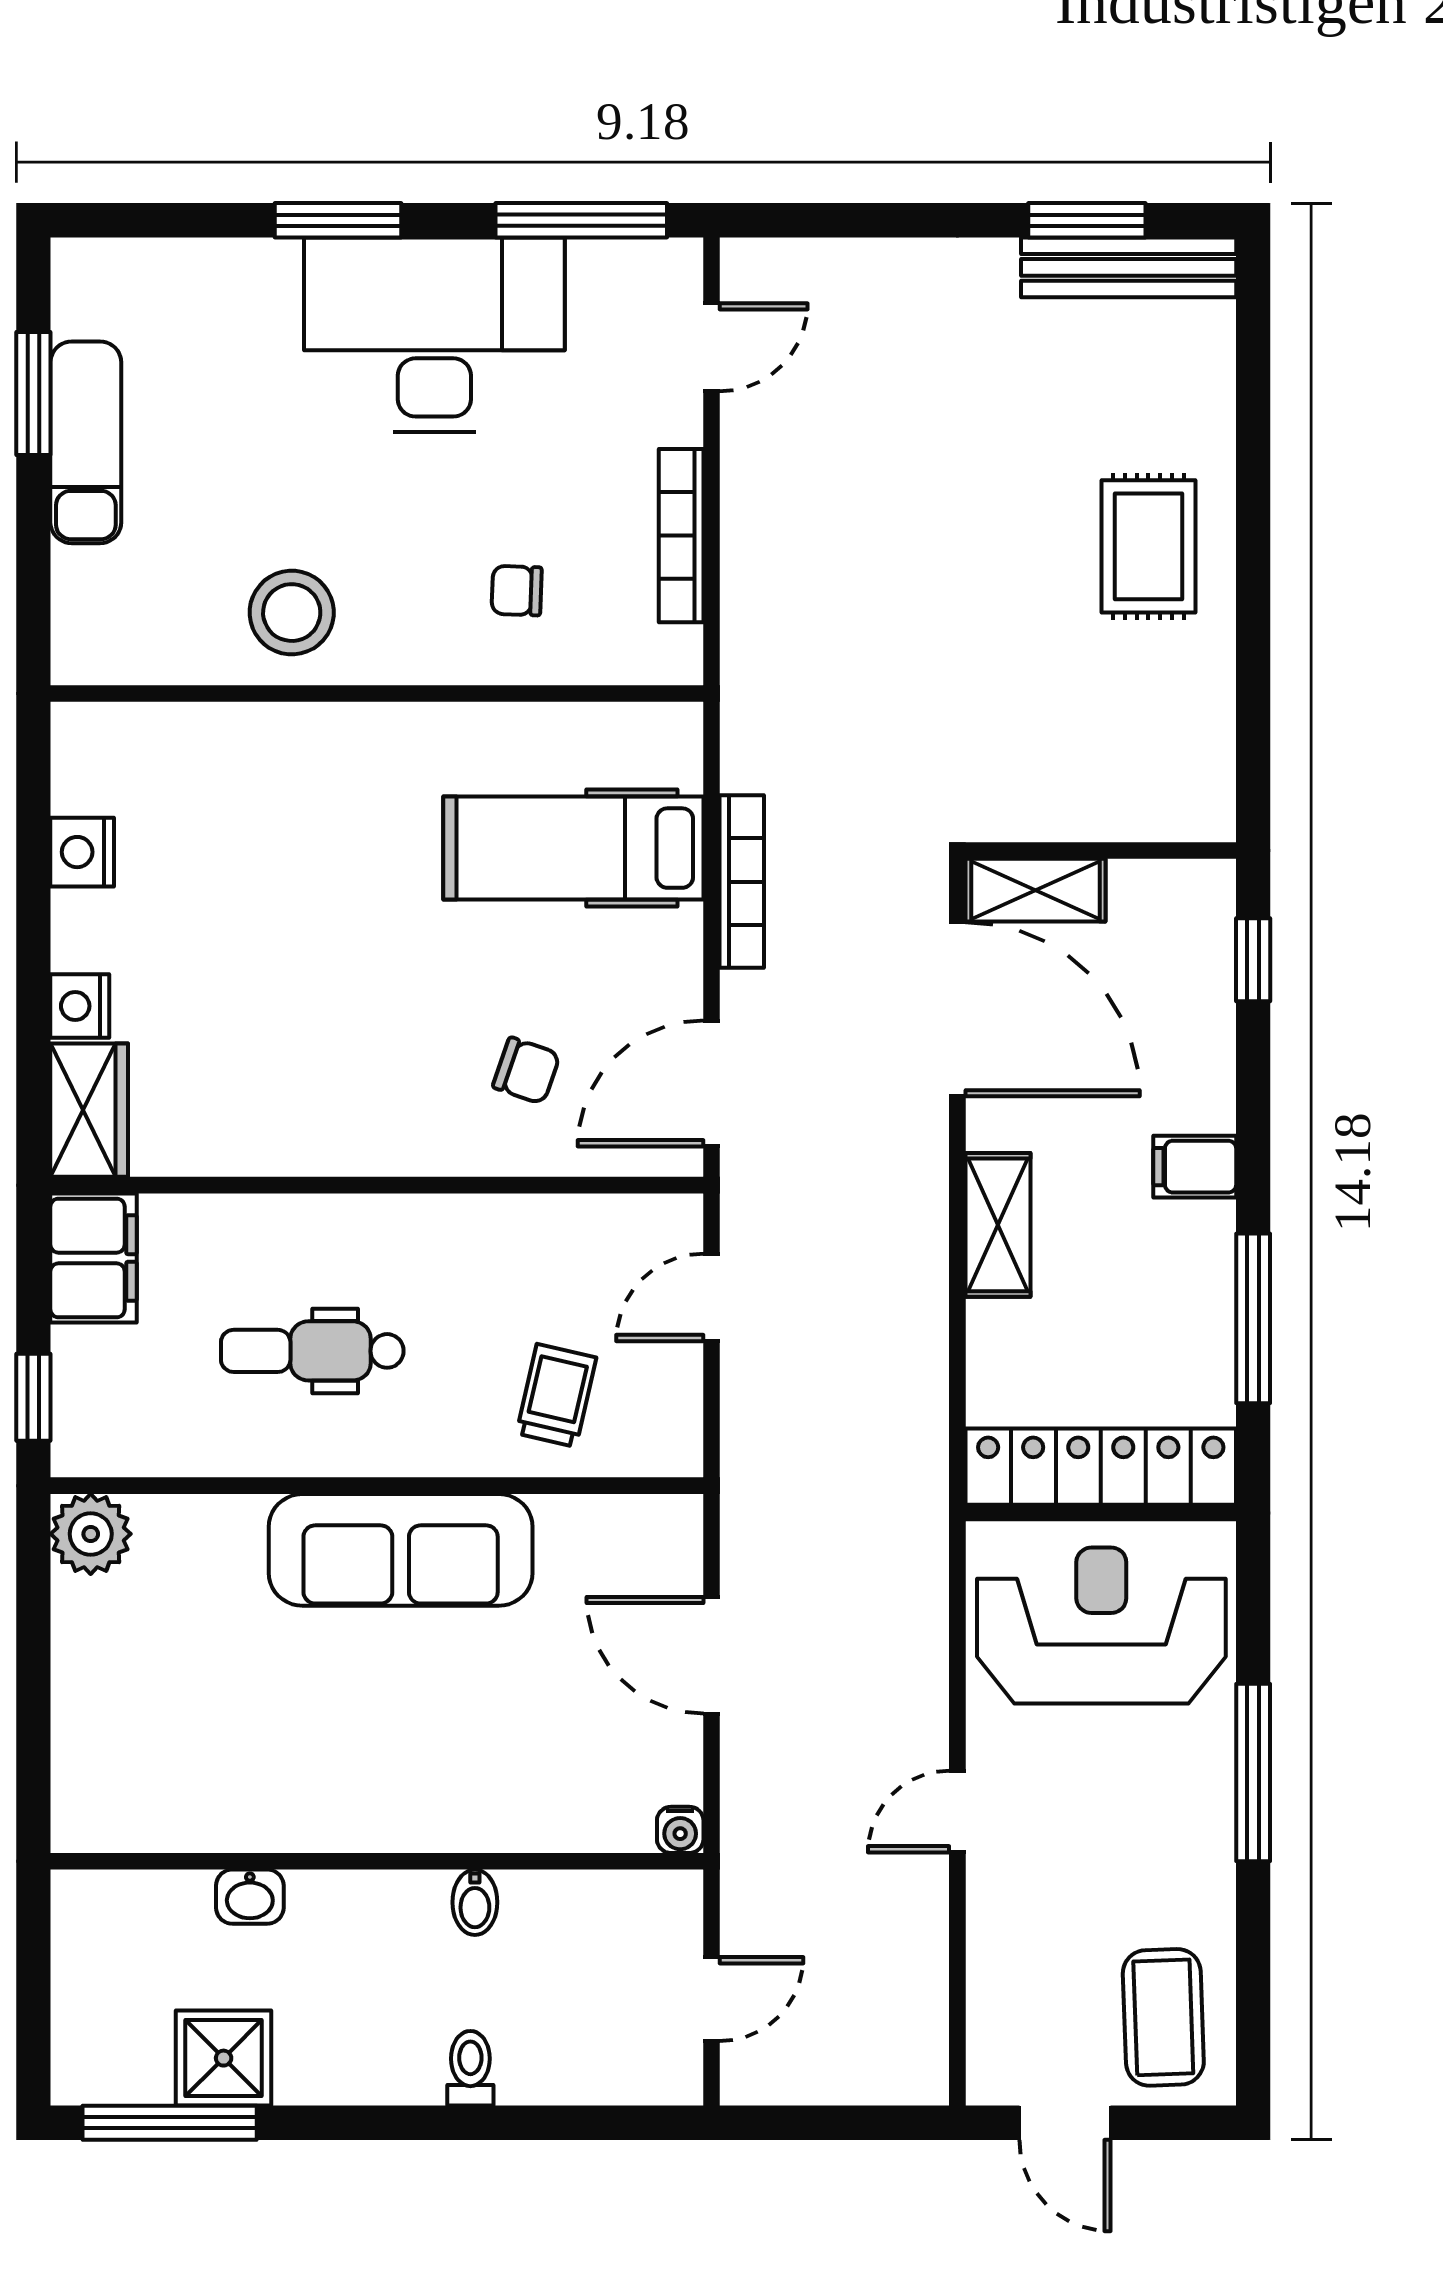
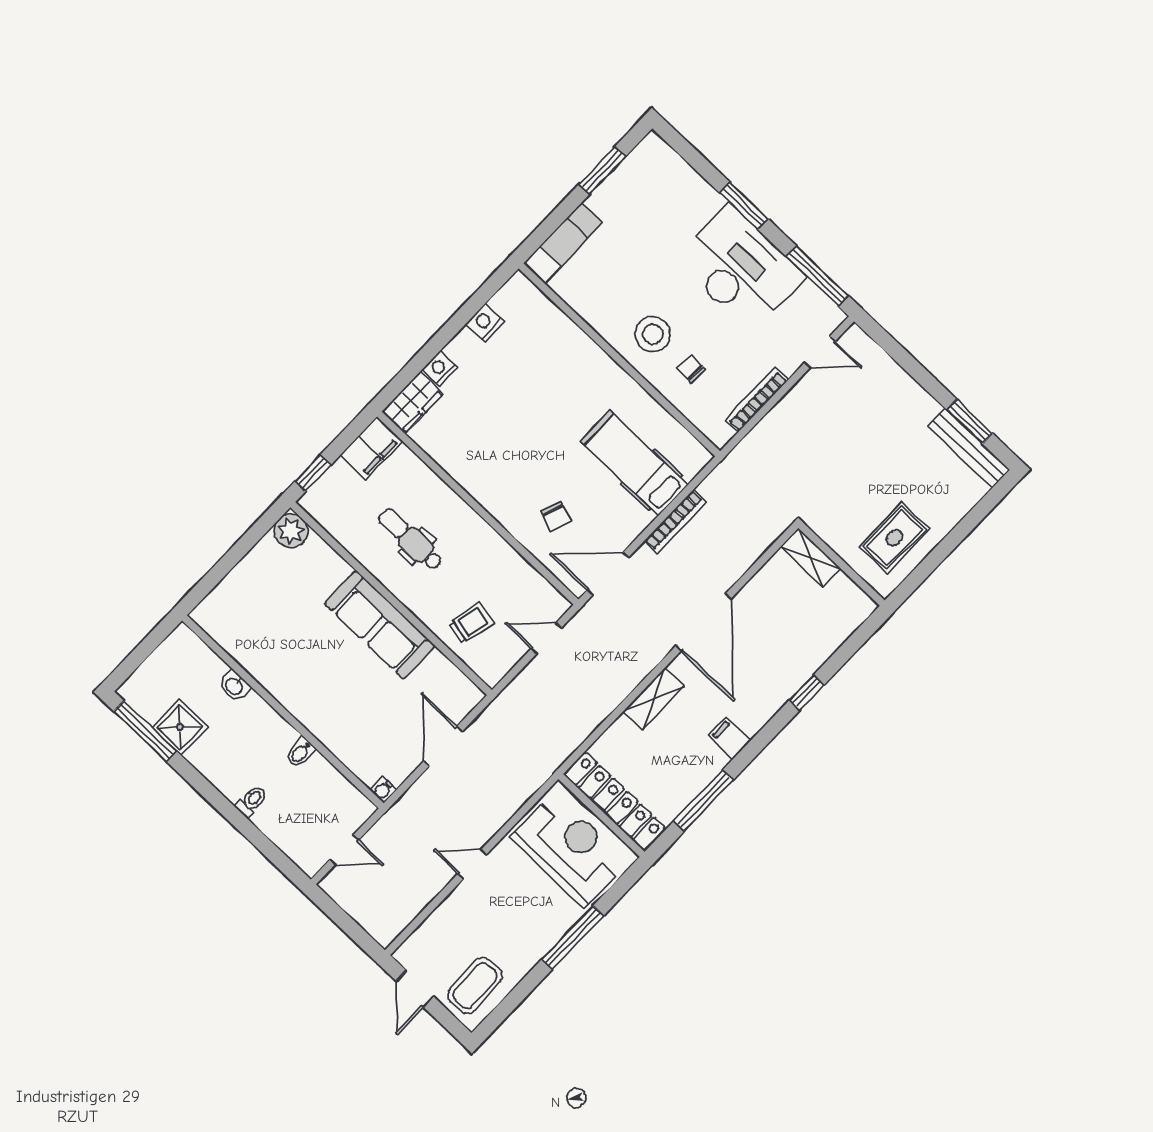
exam couch: (86, 442) -> (563, 243), moved
stool: (292, 613) -> (653, 334), moved
wall: (1101, 851) -> (842, 564), moved
shelving: (1035, 890) -> (810, 557), moved

